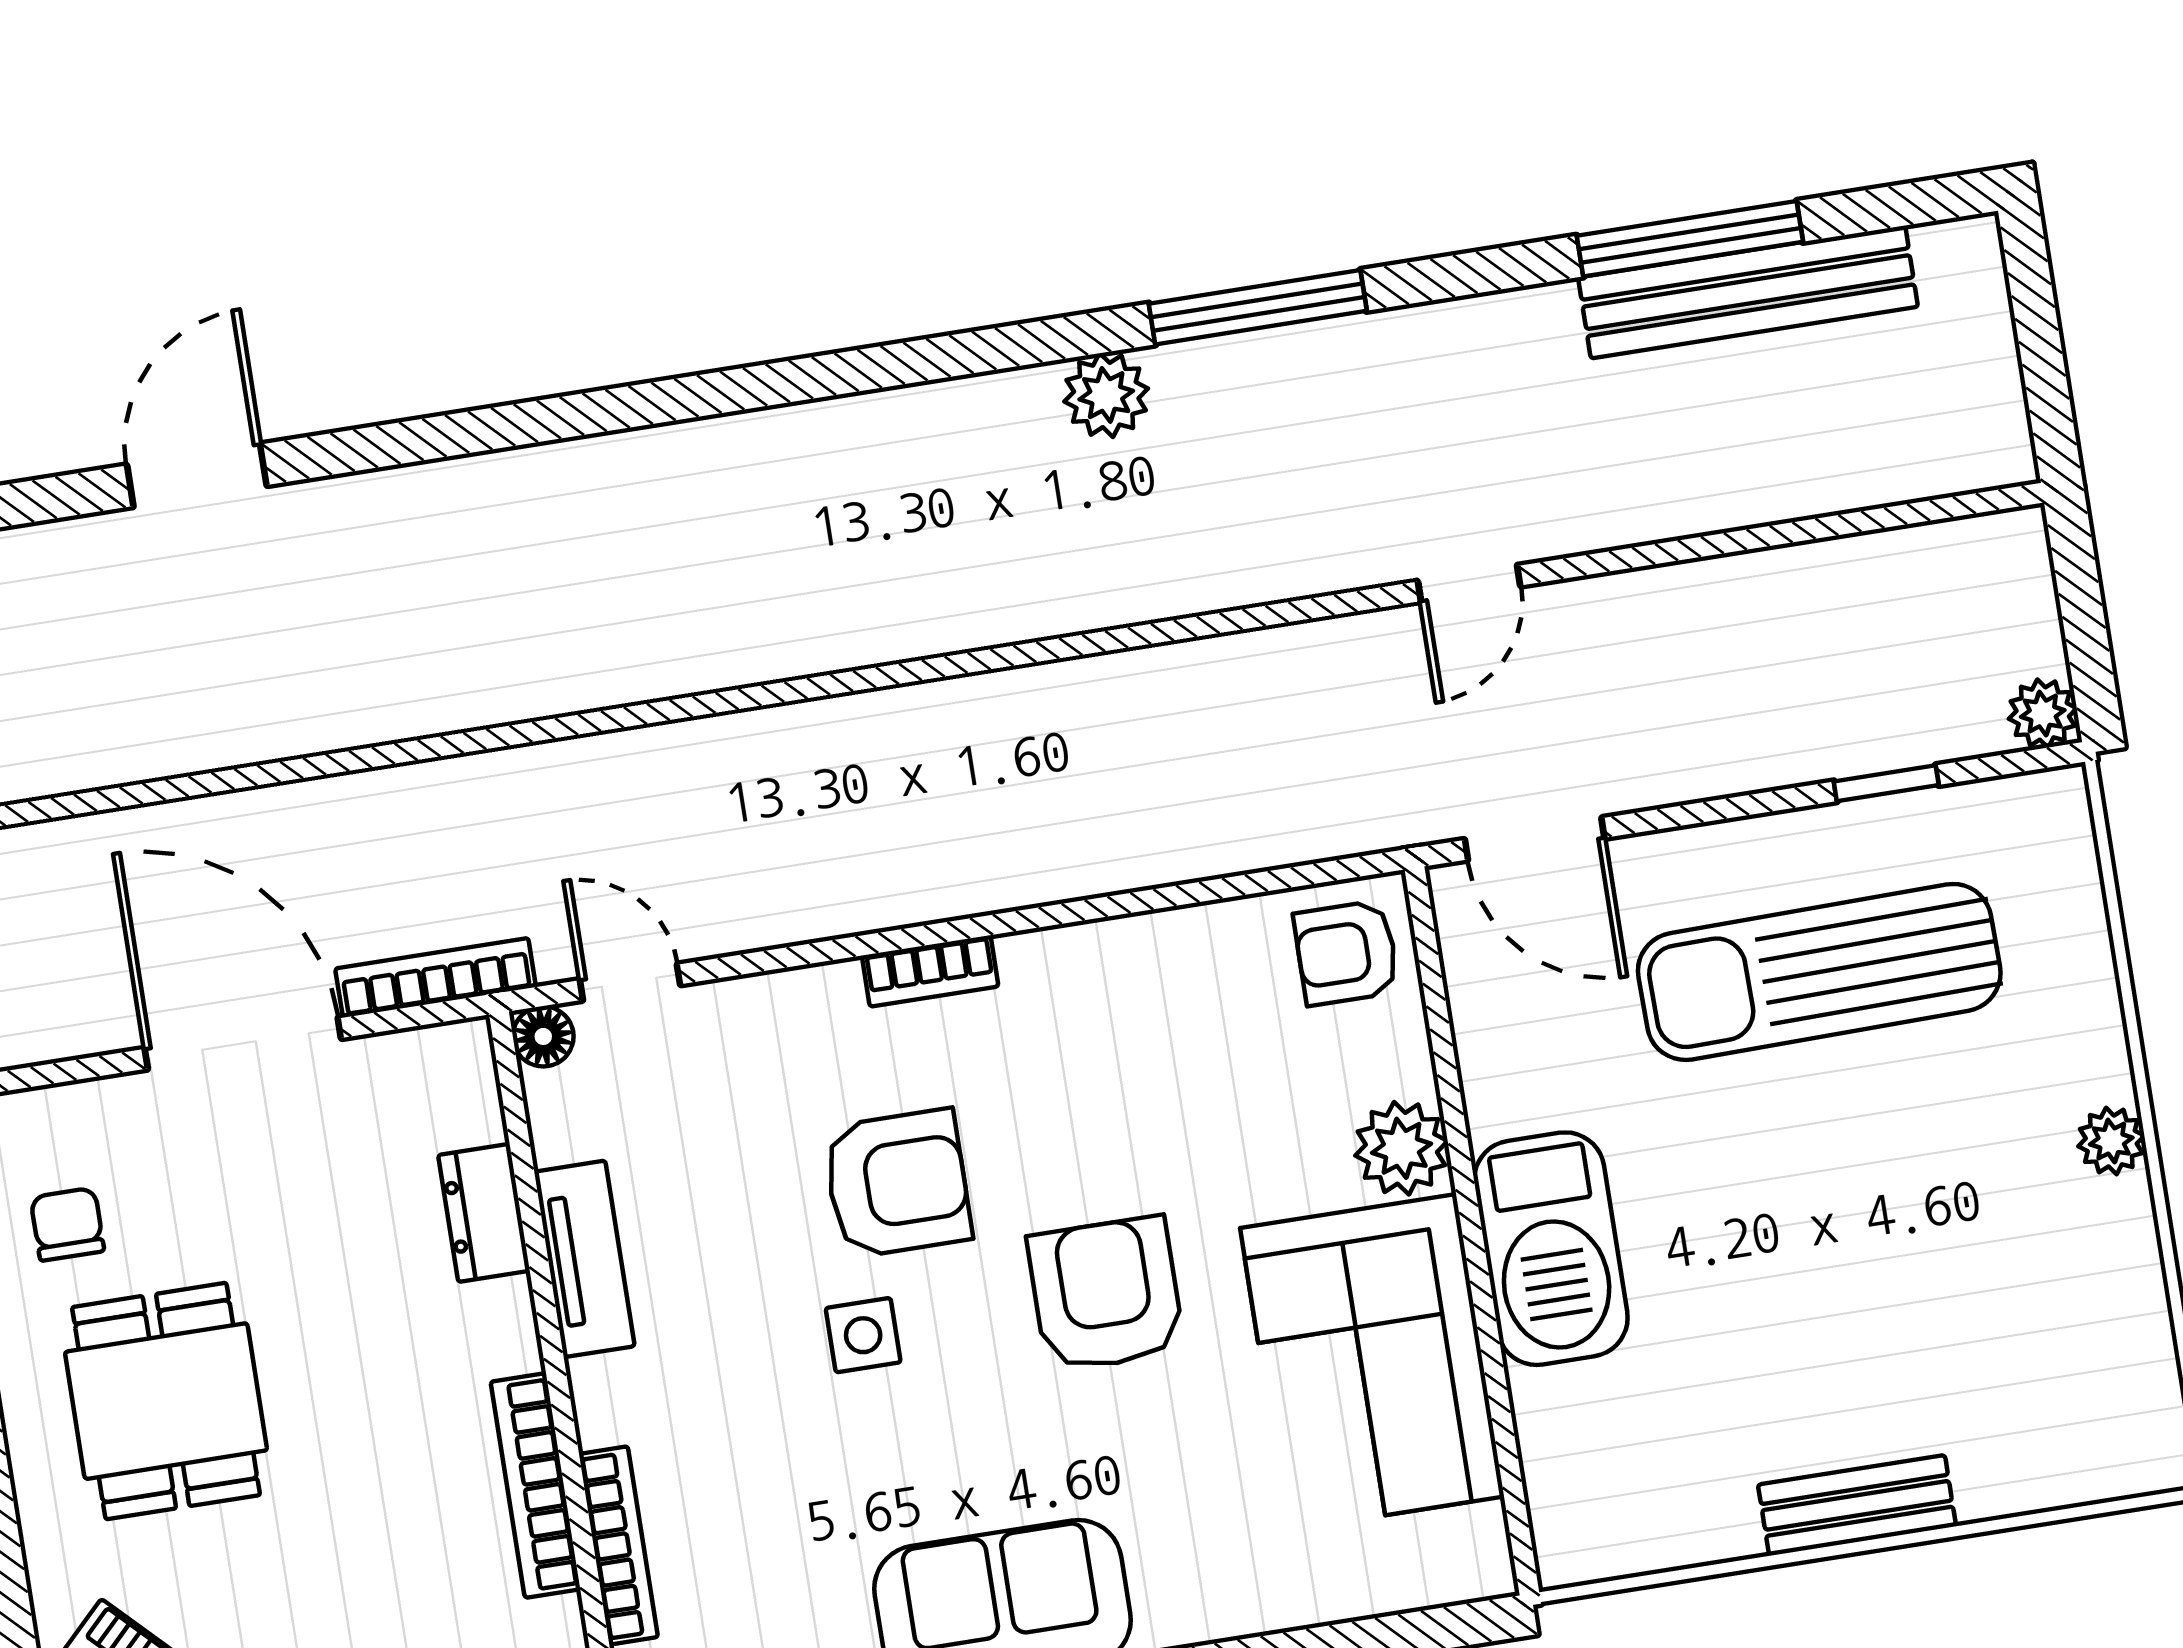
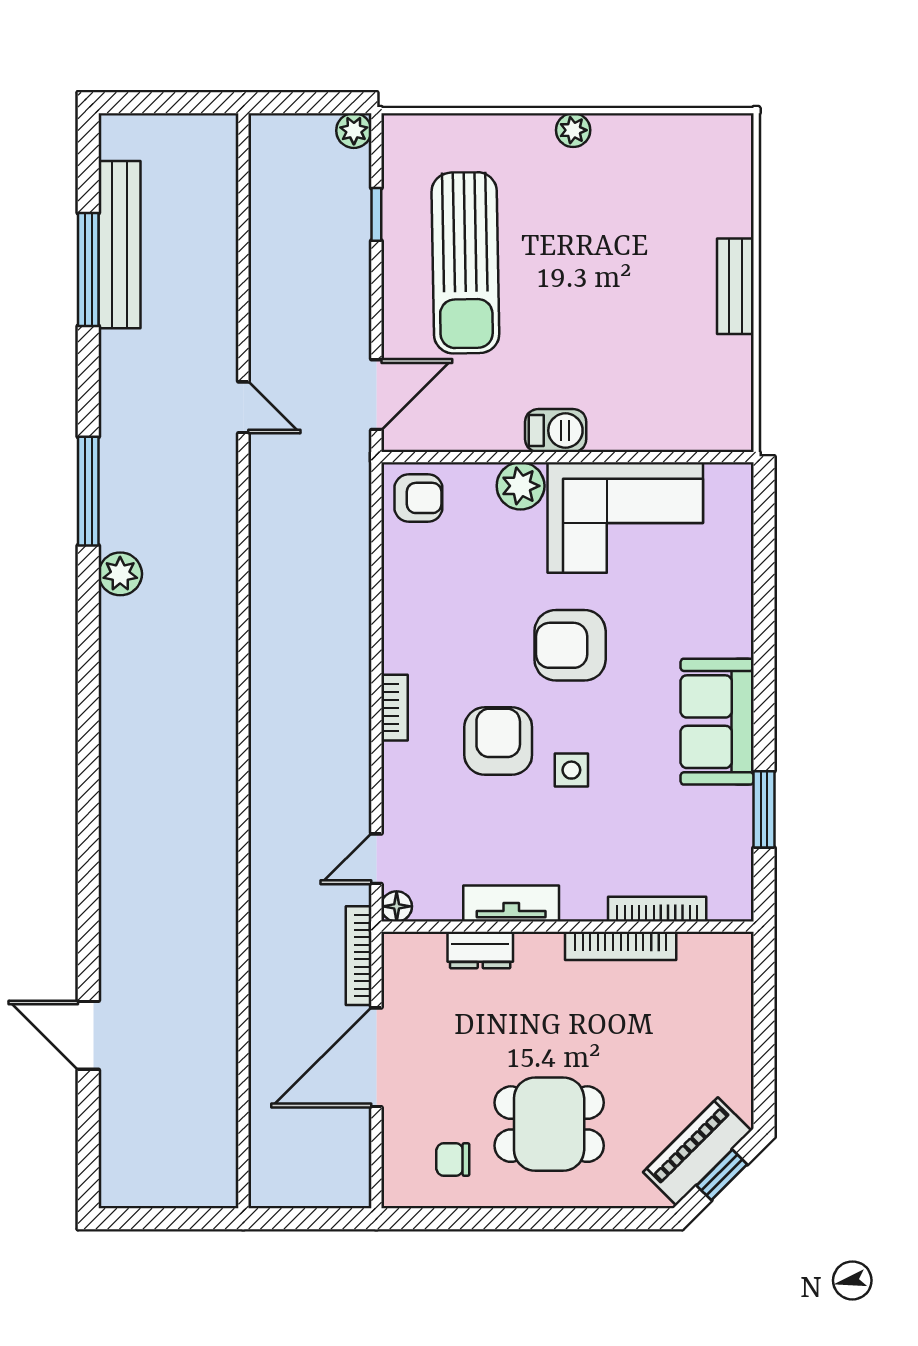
armchair: (1346, 953) -> (418, 498), turned -90
barbecue: (1551, 1249) -> (556, 431), width x0.53, depth x0.65

